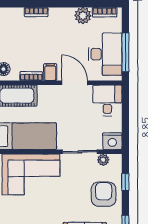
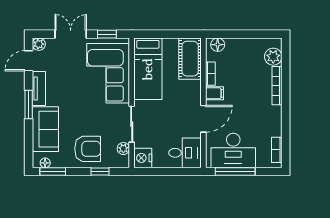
bookcase: (36, 12) -> (277, 86), width x1.56
plant: (83, 16) -> (273, 57), moved

